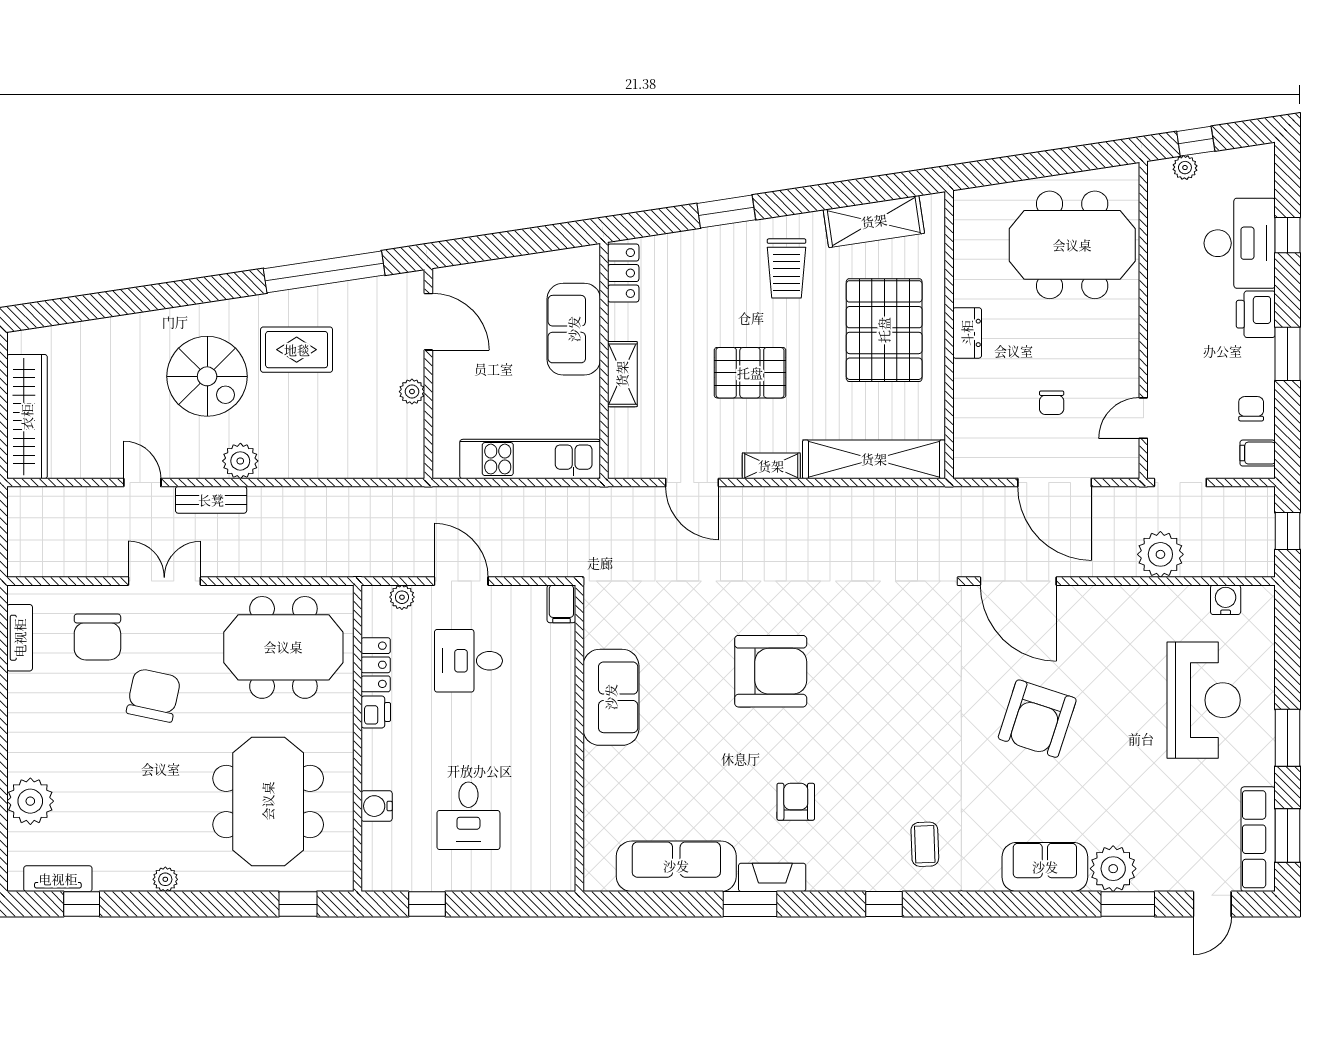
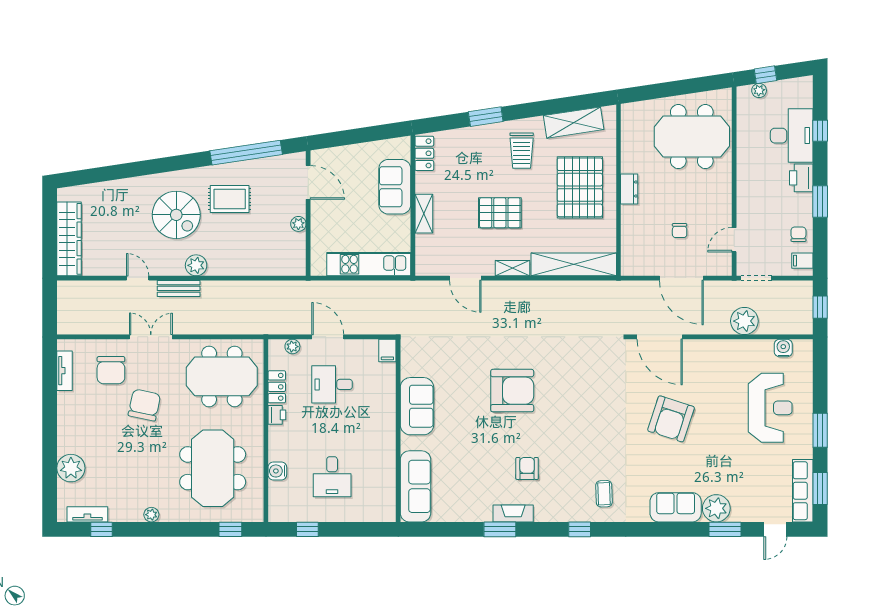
sofa: (676, 866) -> (416, 486), moved, turned 90

